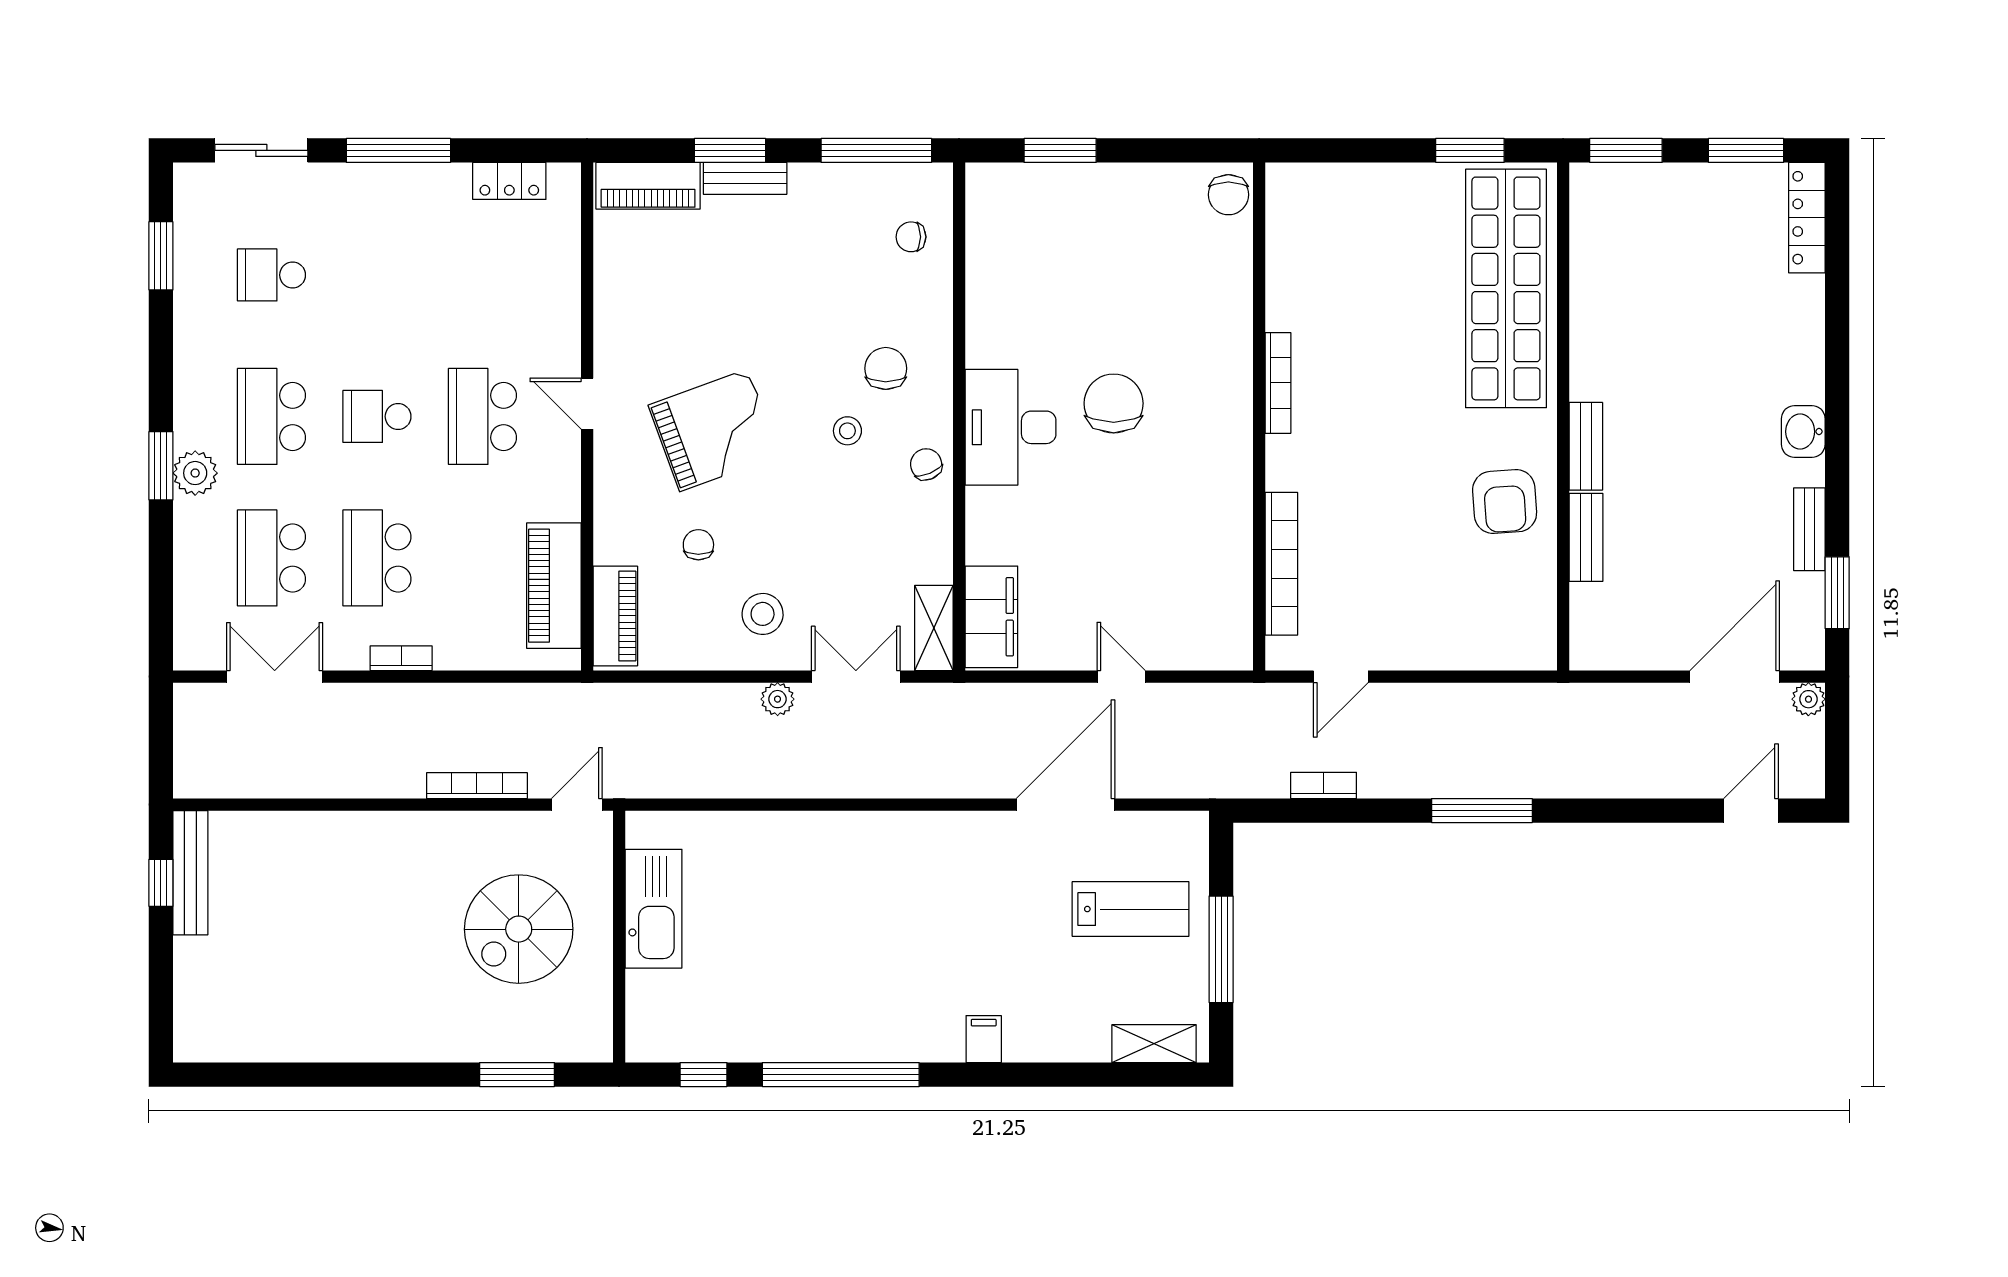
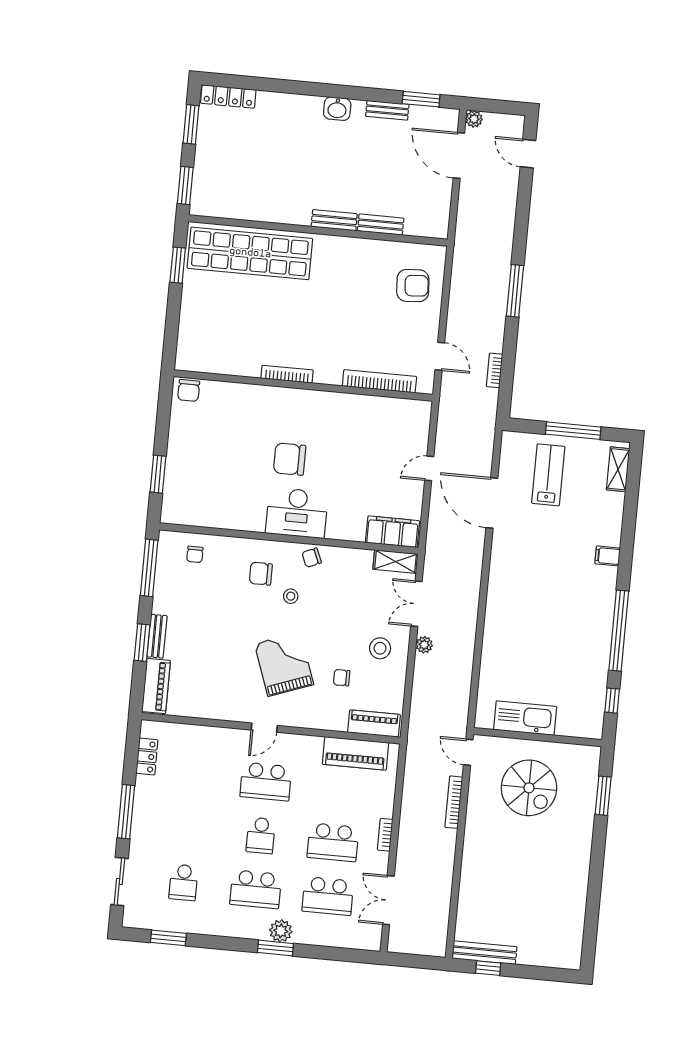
chair: (1228, 195) -> (189, 390), turned 90
armchair: (1505, 502) -> (413, 286), moved

